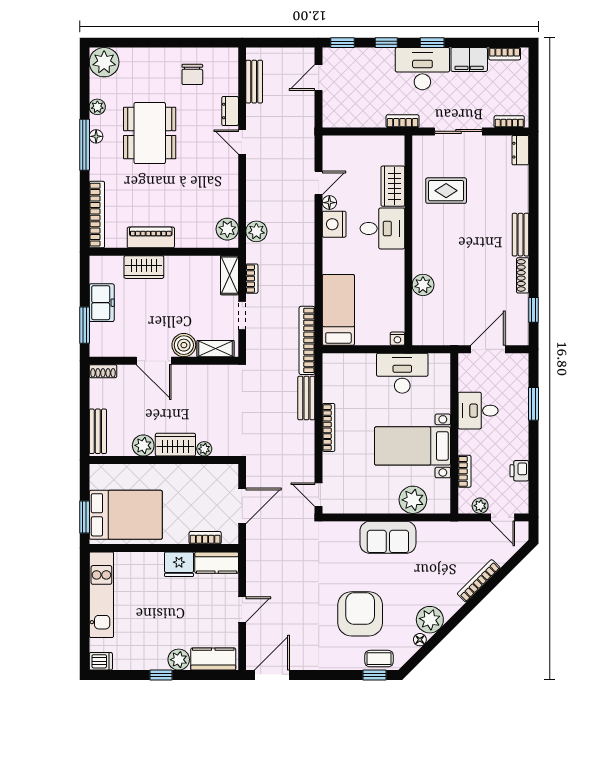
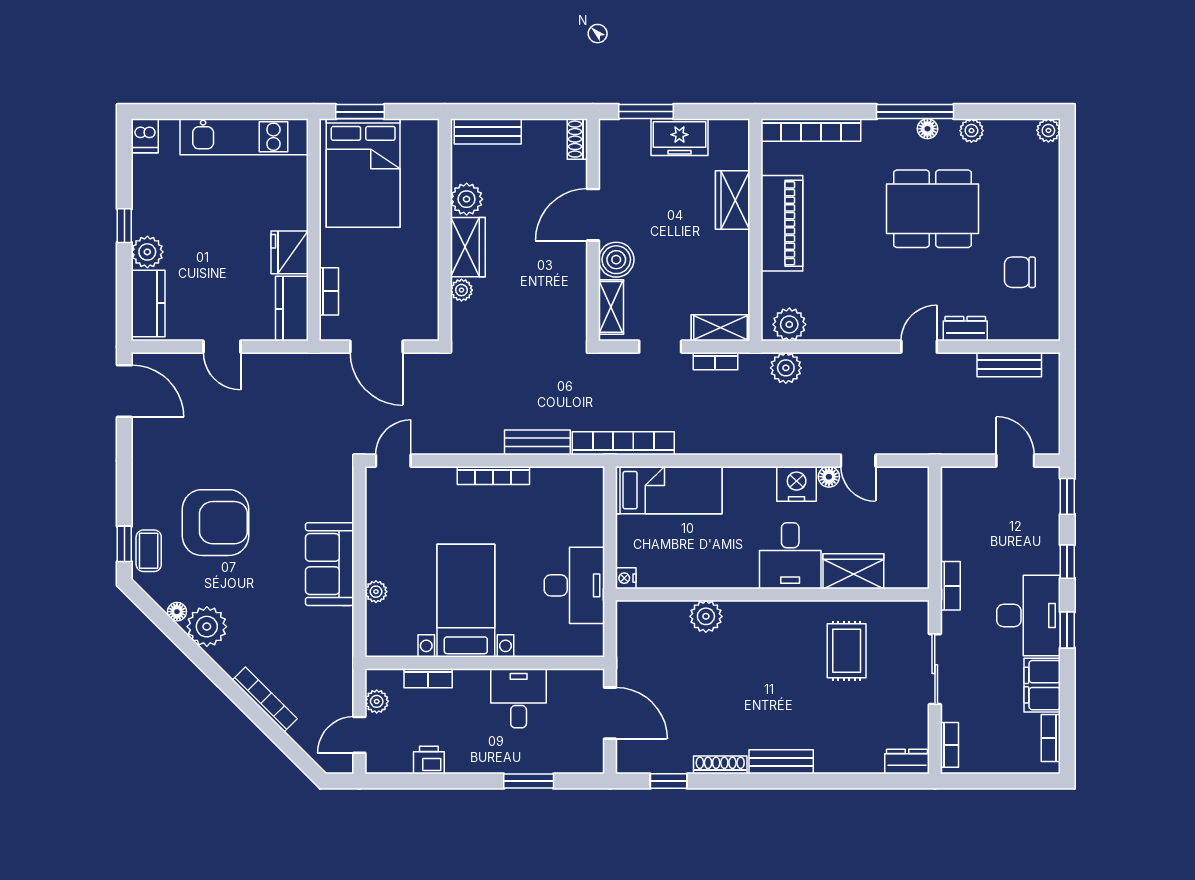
plant: (104, 62) -> (1048, 130), width x0.53, depth x0.53
piano: (151, 237) -> (782, 223), width x1.37, depth x1.33
plant: (413, 500) -> (376, 592), width x0.53, depth x0.53

